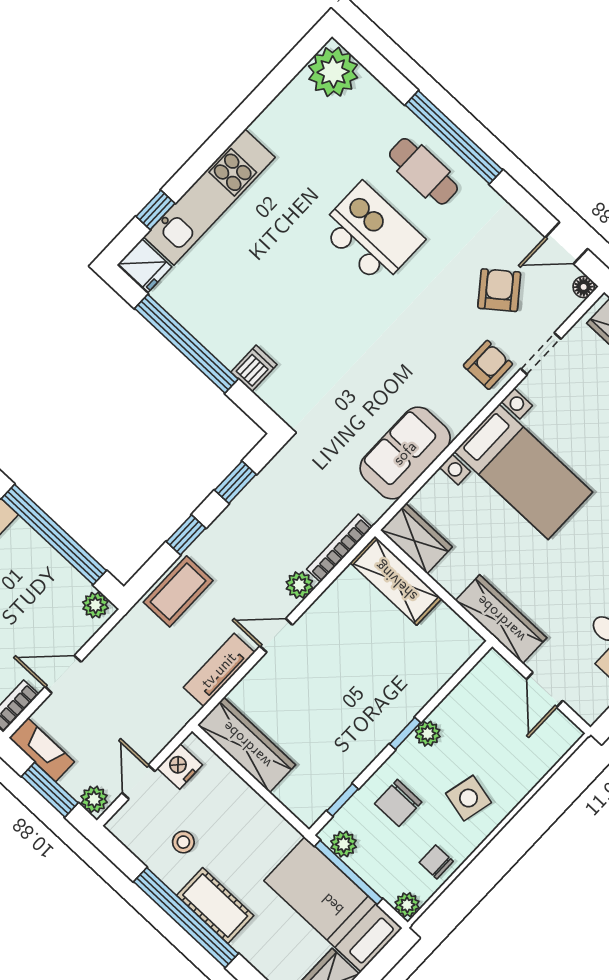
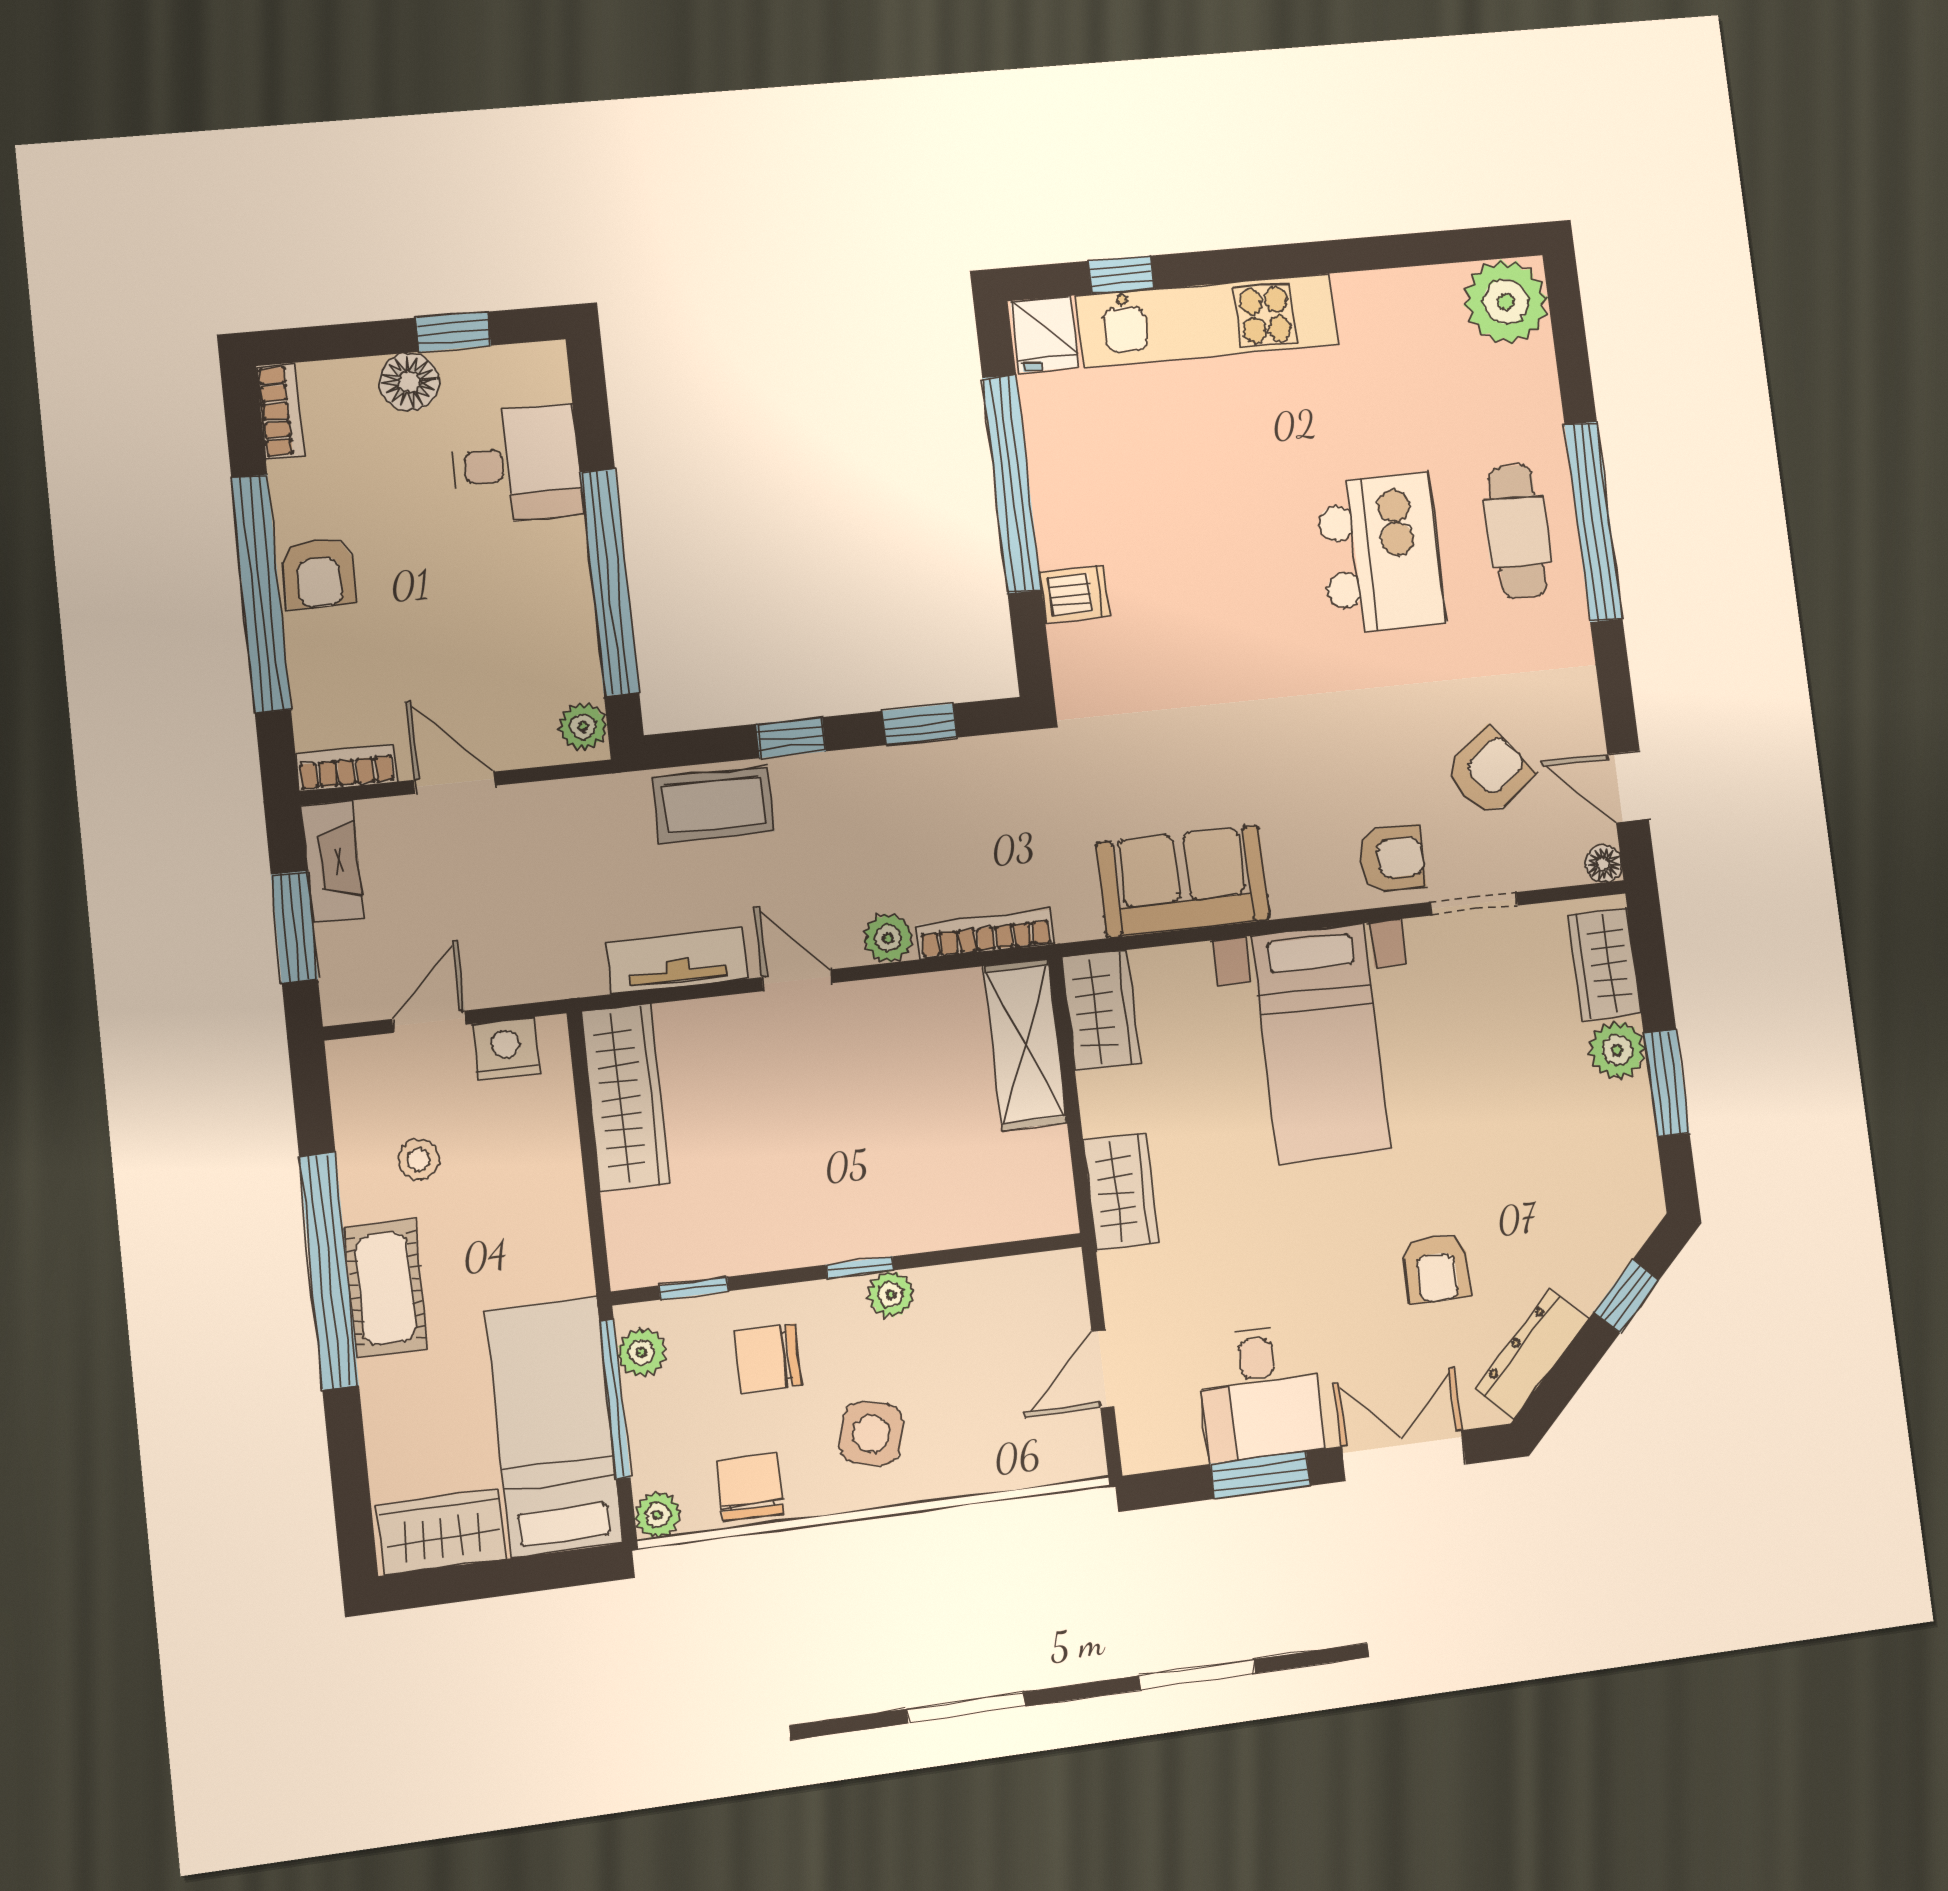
wardrobe: (501, 619) -> (1121, 1192), width x0.67
plant: (94, 799) -> (345, 993), removed
chair: (436, 862) -> (750, 1487), width x1.37, depth x1.37

